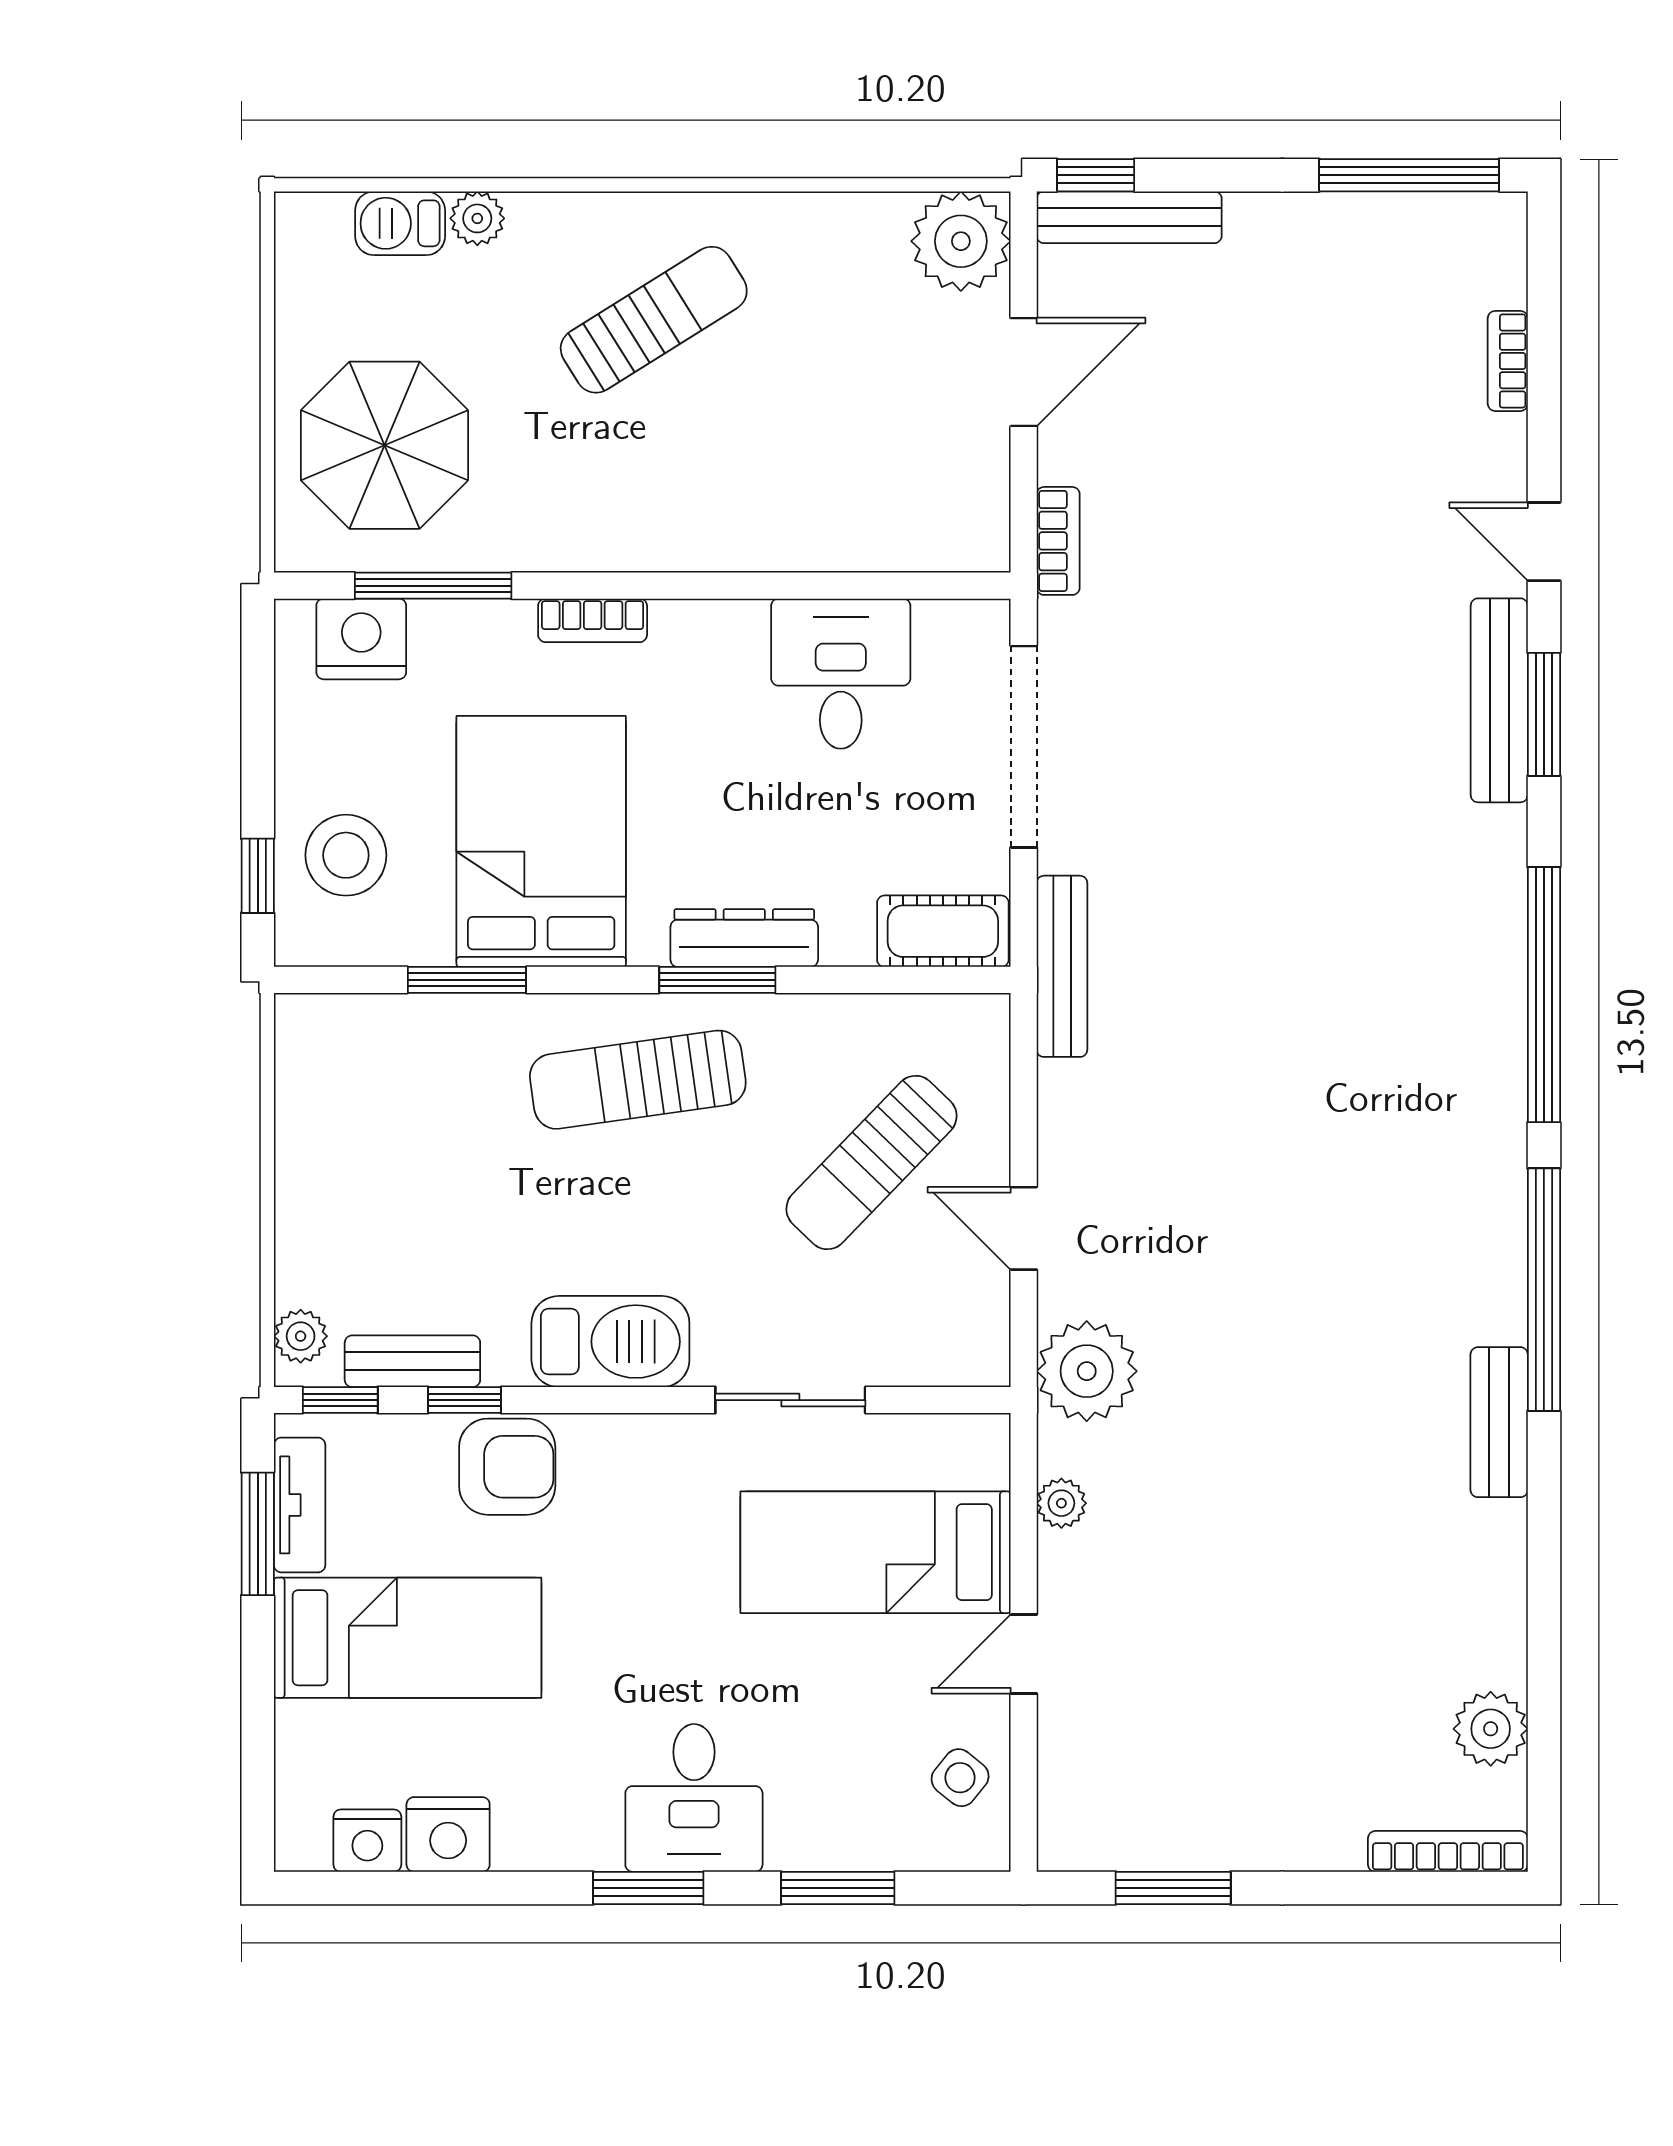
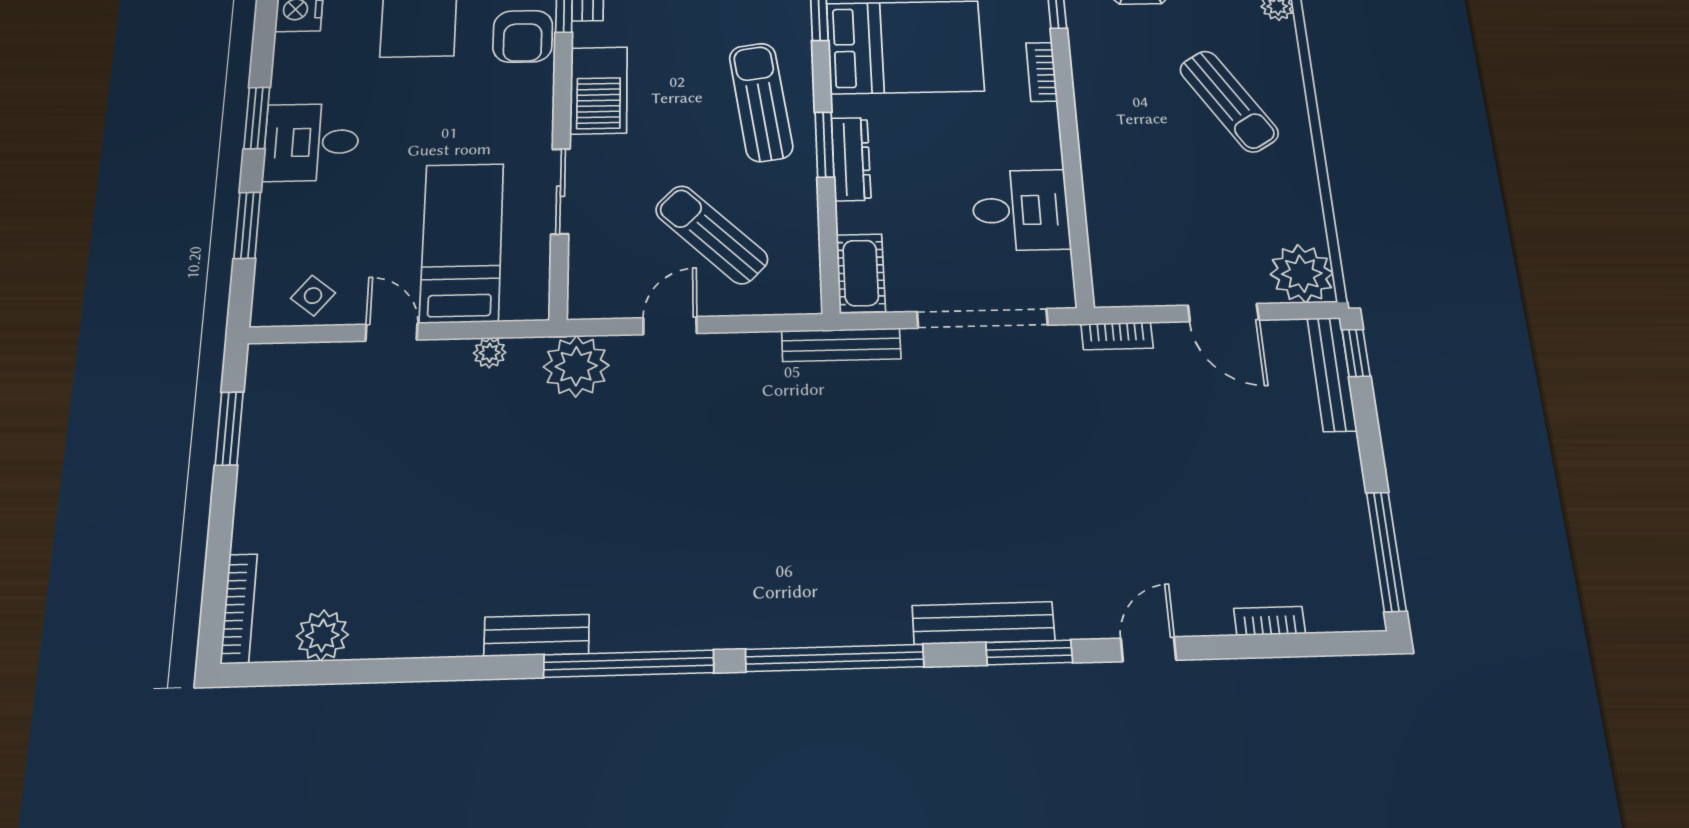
bench: (1499, 700) -> (983, 623), moved

